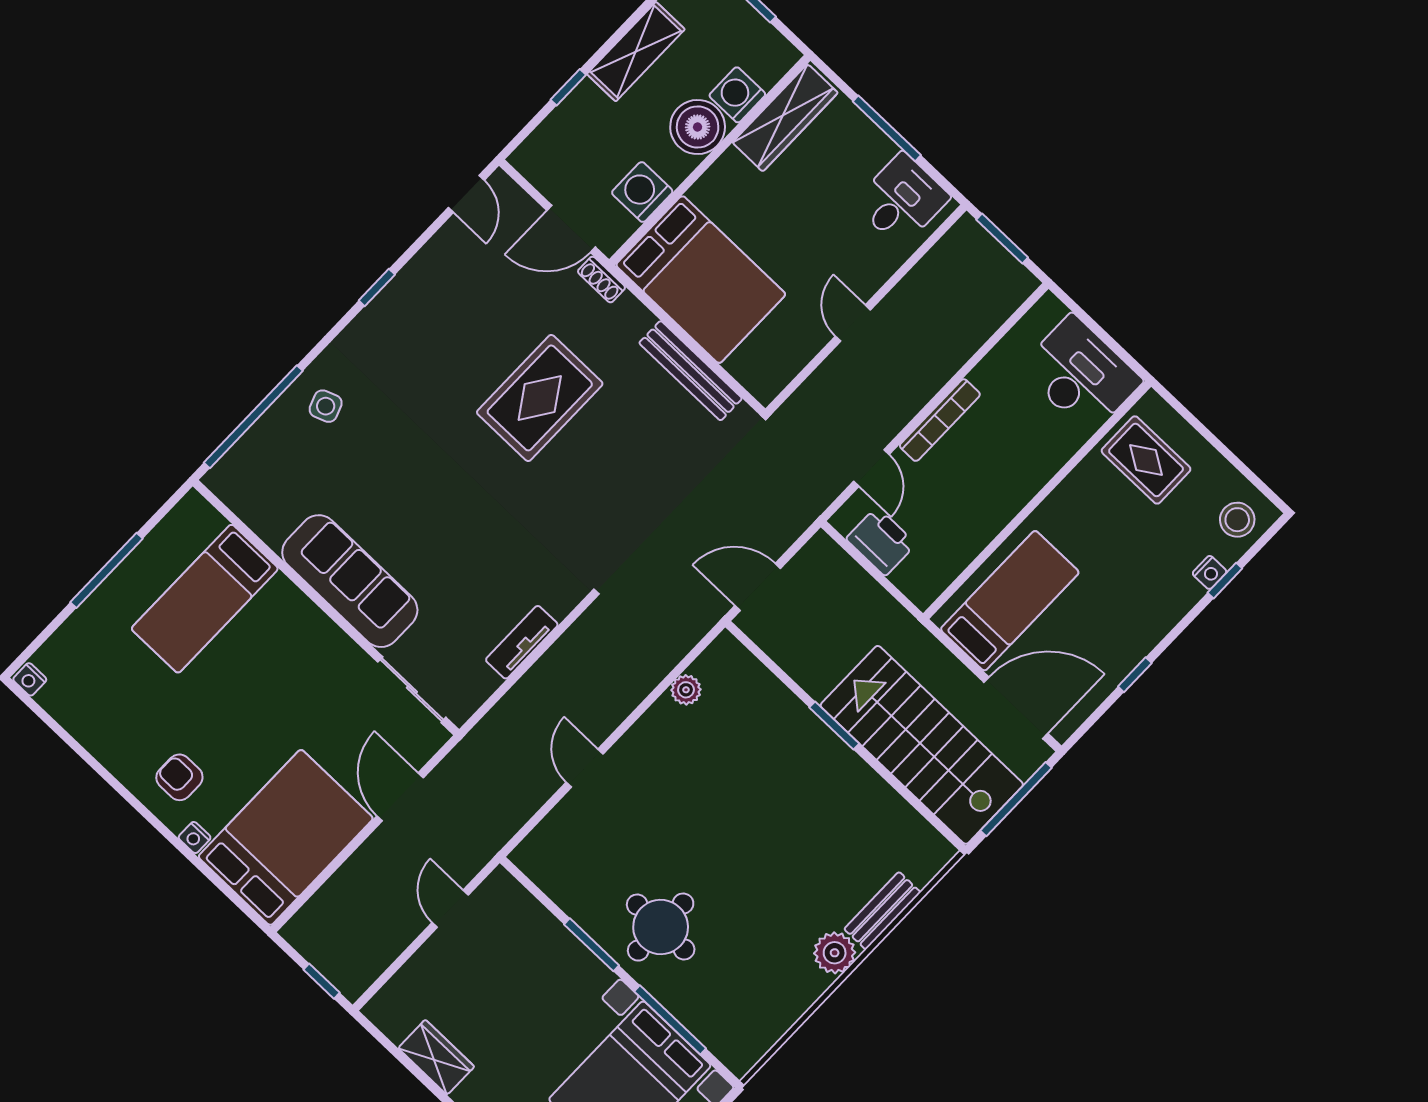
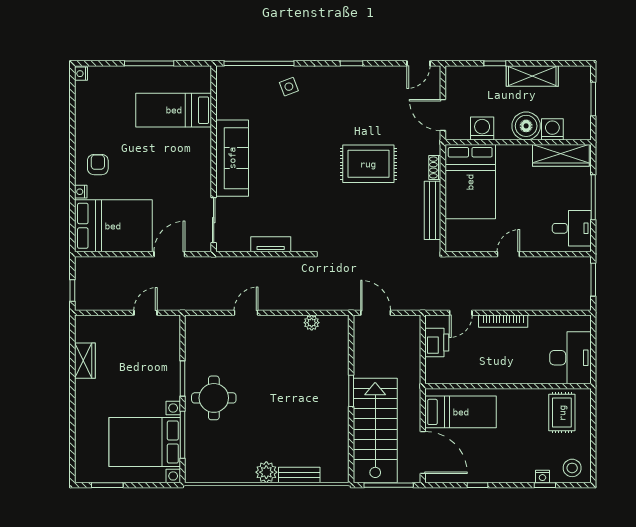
shoe rack: (602, 279) -> (435, 167), moved

